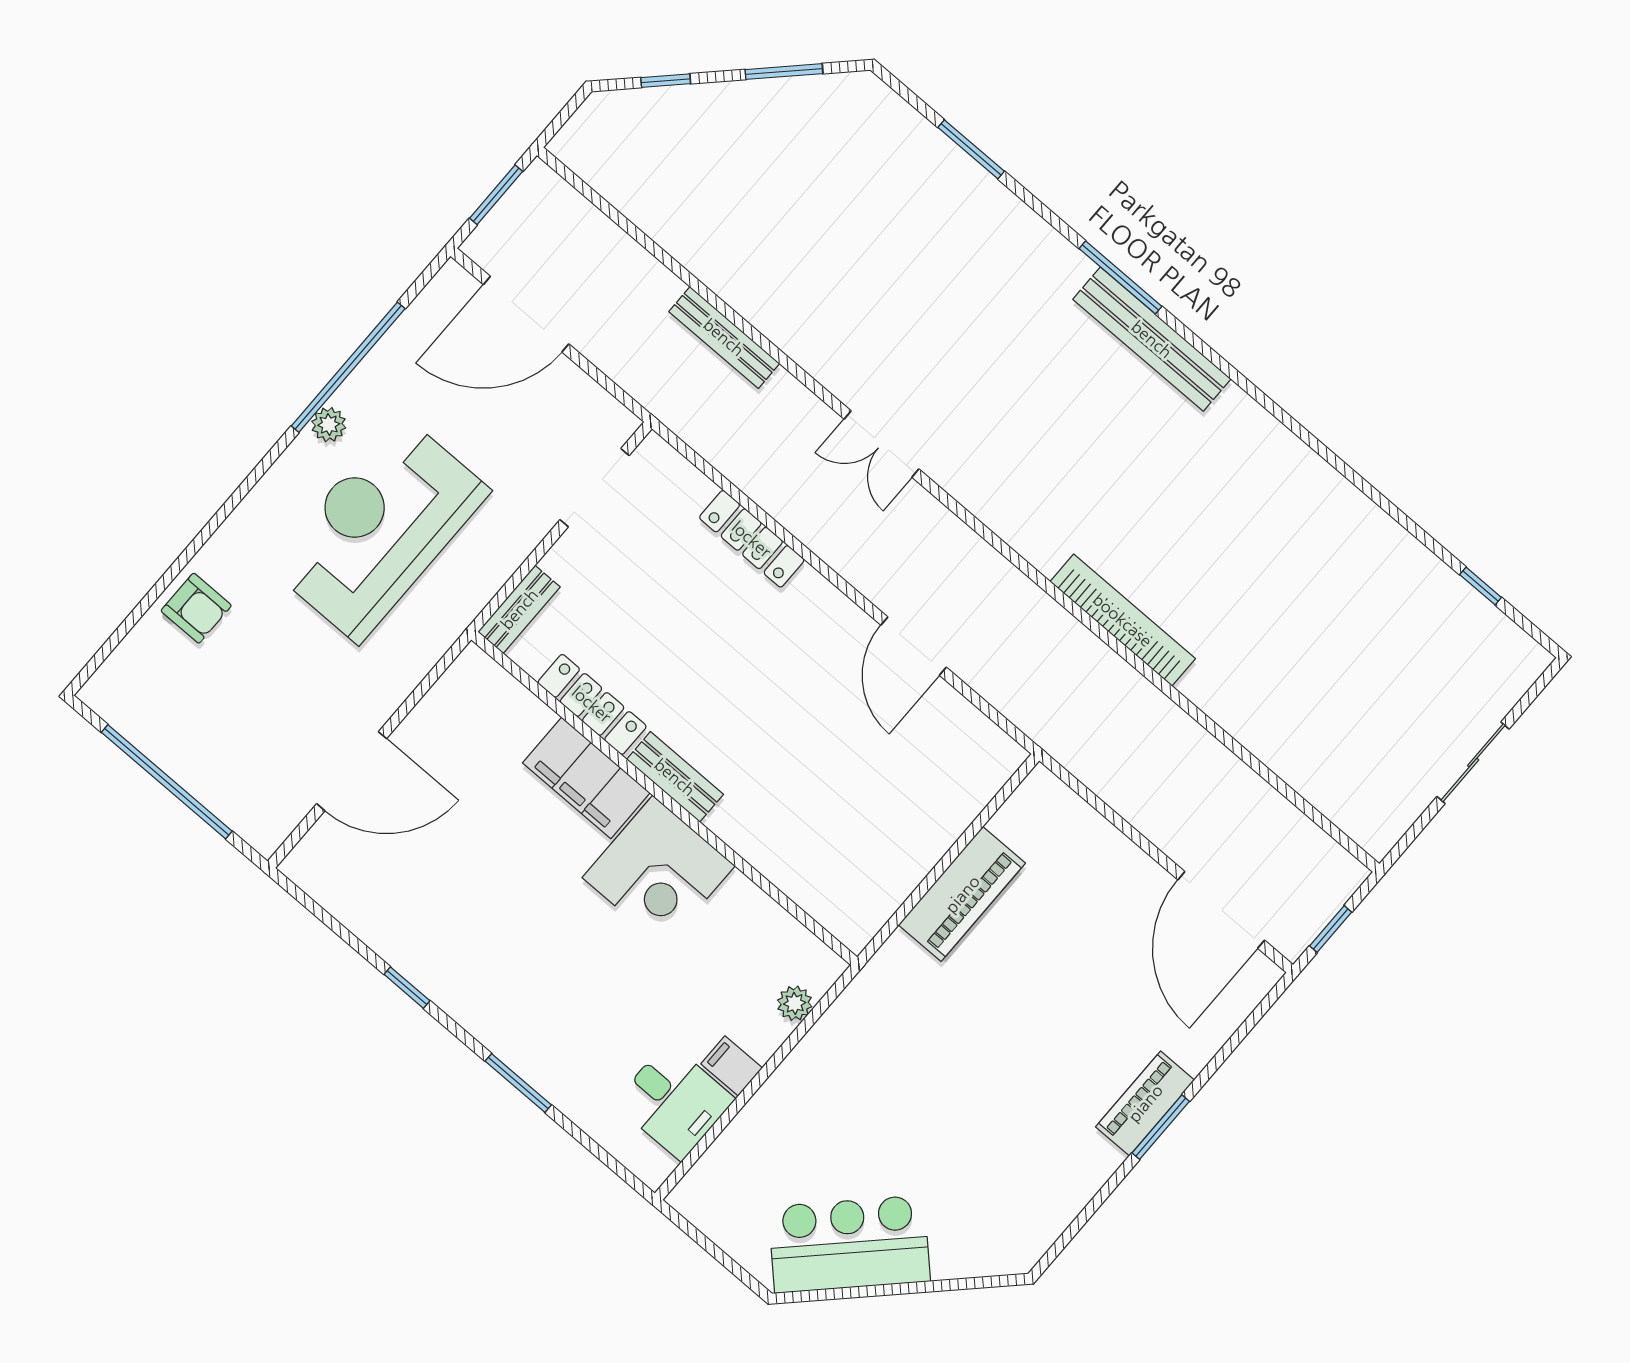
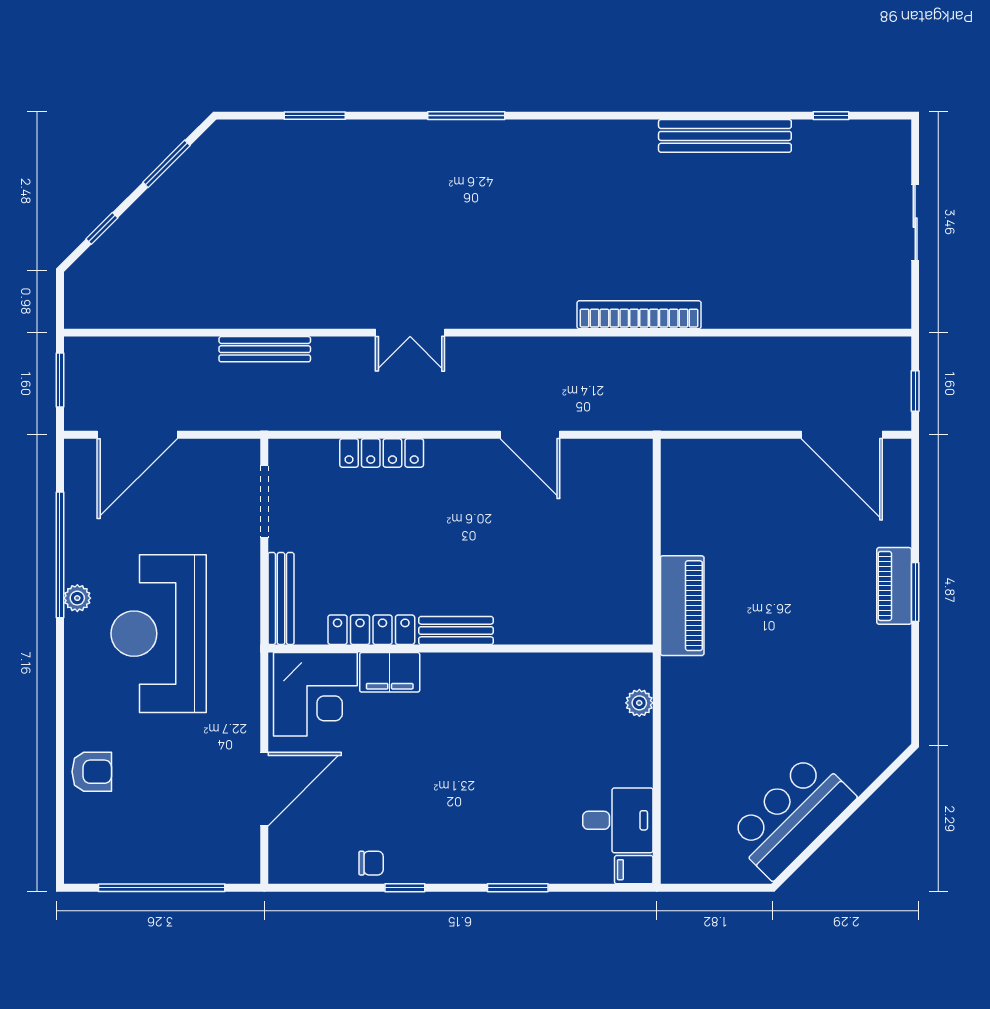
bench: (1152, 339) -> (725, 136), moved
bench: (519, 609) -> (281, 599), width x1.36
filing cabinet: (586, 778) -> (390, 672), width x0.67, depth x0.86
corner desk: (659, 872) -> (315, 694), moved
piano: (962, 894) -> (682, 606), moved
chair: (395, 935) -> (371, 863), added
filing cabinet: (732, 1066) -> (634, 870), moved

